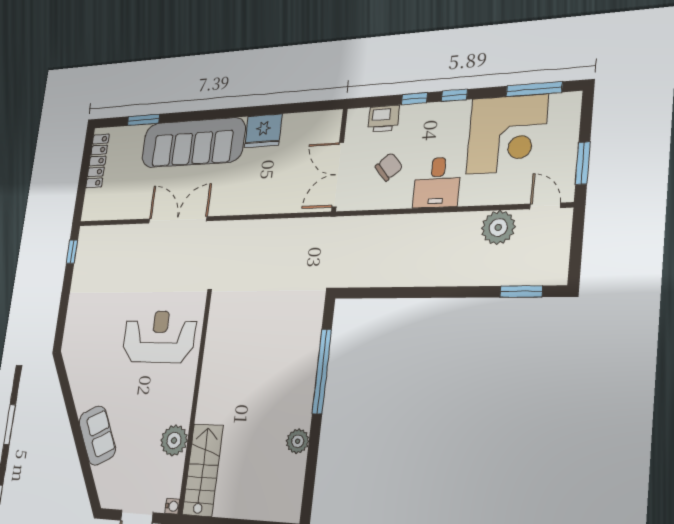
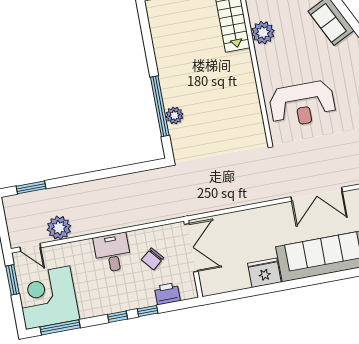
corner desk: (507, 134) -> (48, 298), moved
plant: (298, 441) -> (174, 115), moved

